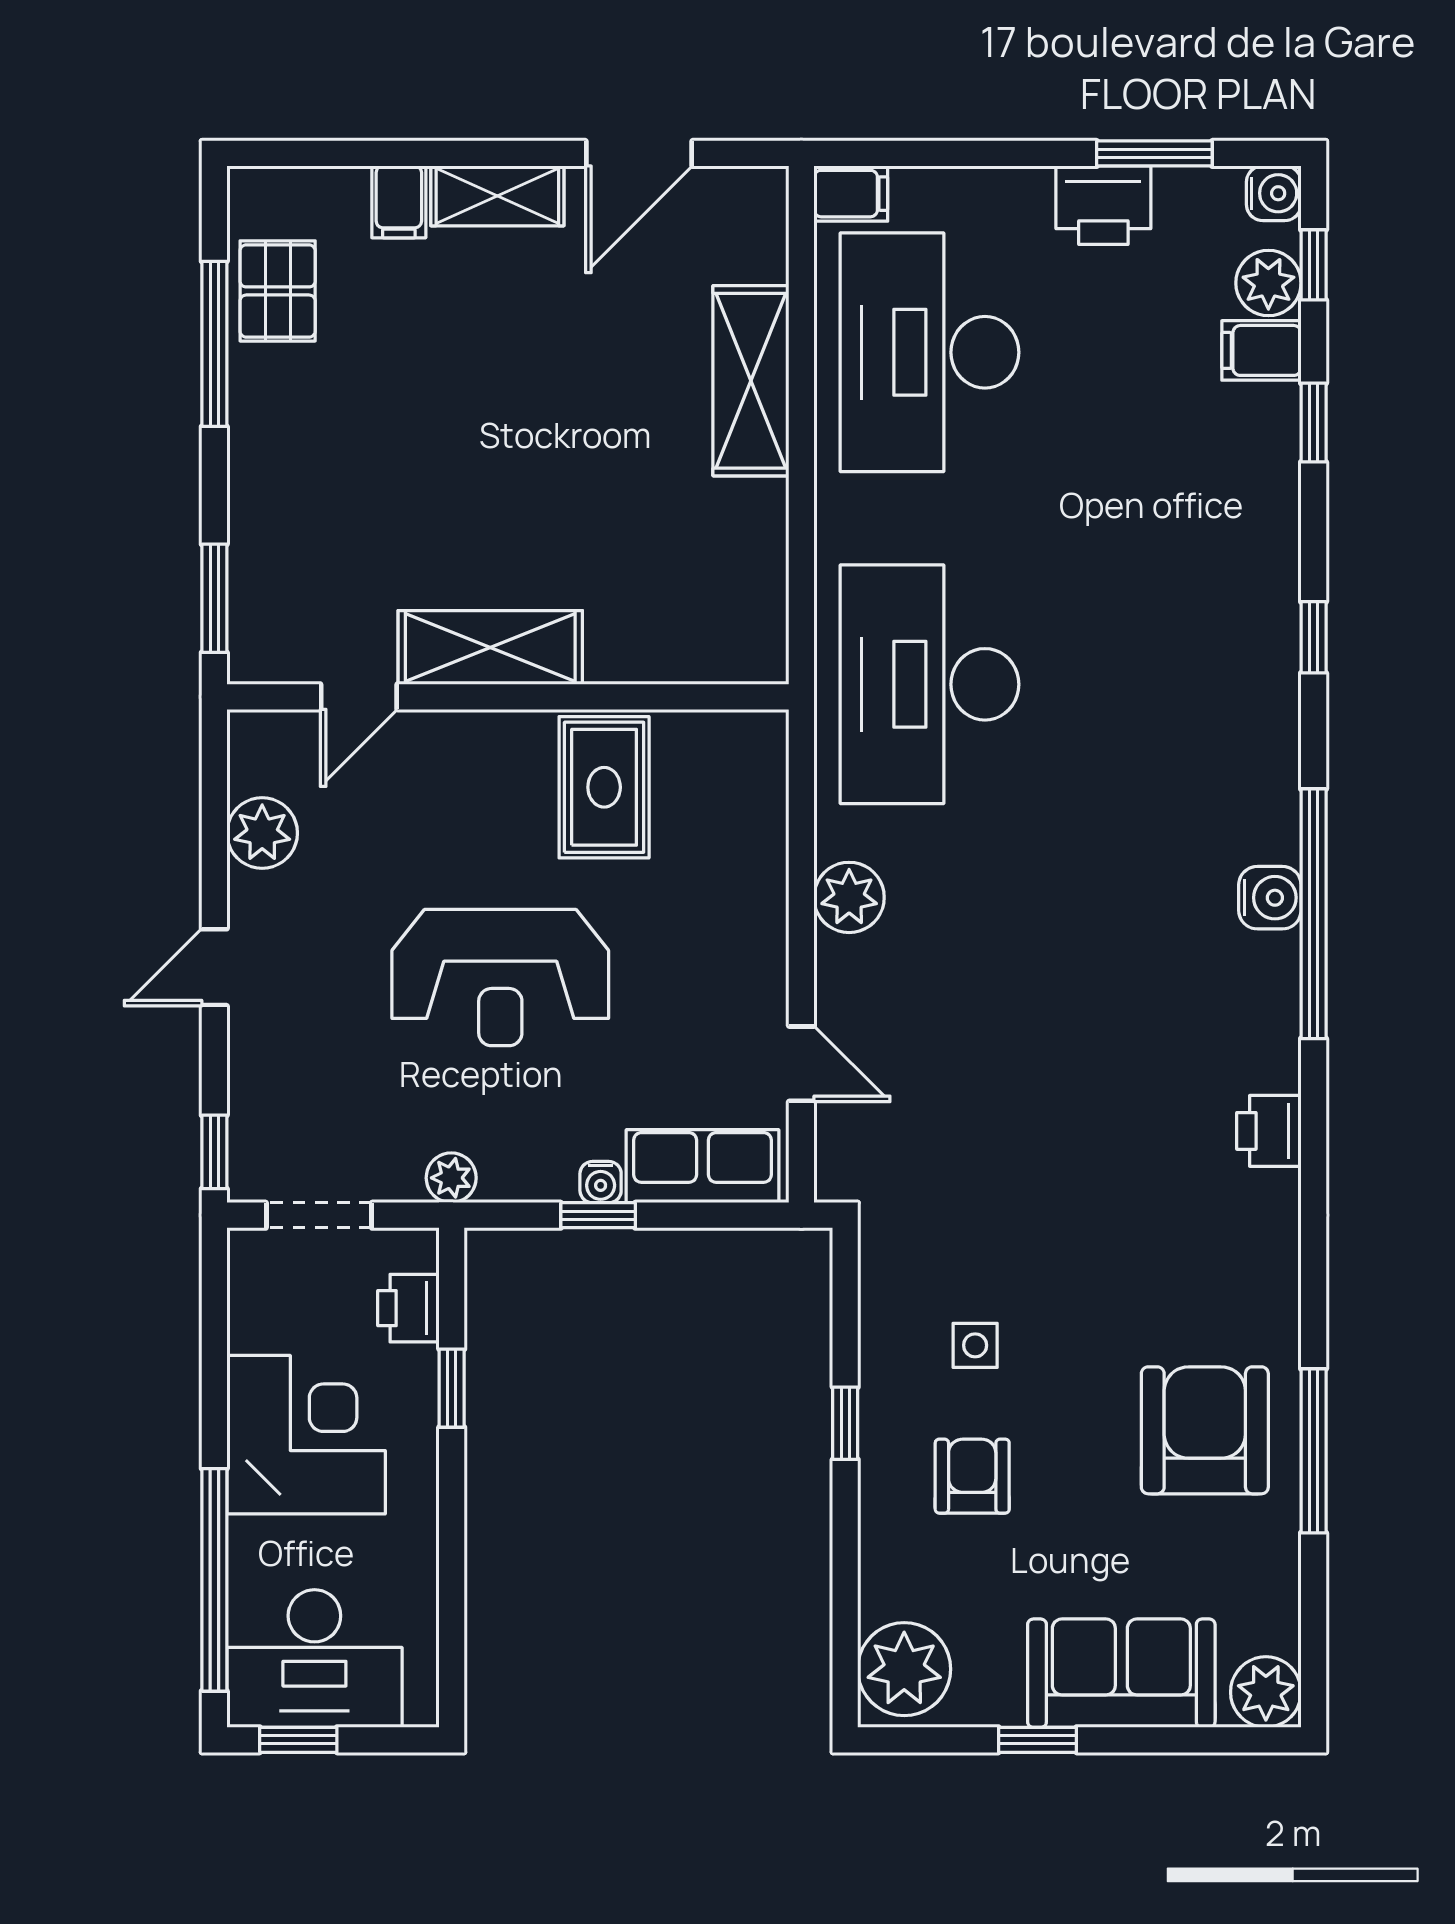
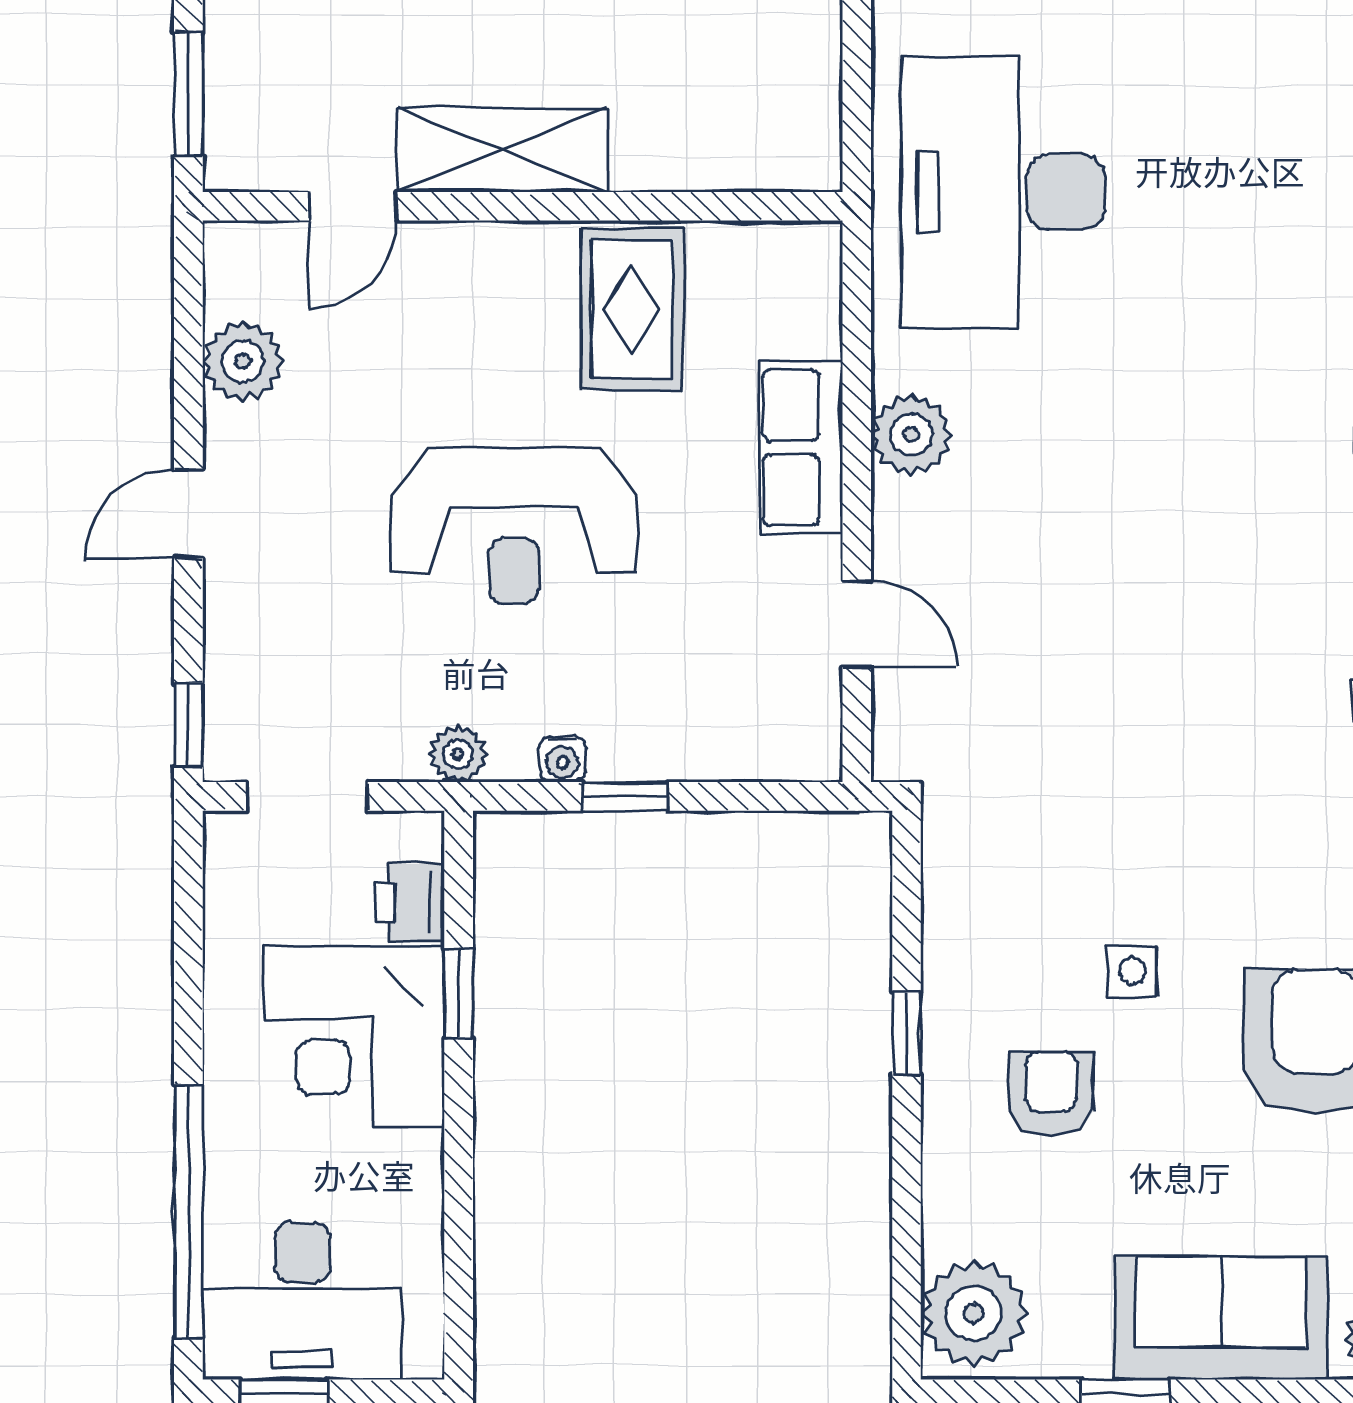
row of seats: (702, 1166) -> (801, 447), moved, turned -90
water cooler: (601, 1182) -> (562, 759), moved
side table: (975, 1345) -> (1132, 971), moved
corner desk: (306, 1435) -> (354, 1037), moved, turned 180

